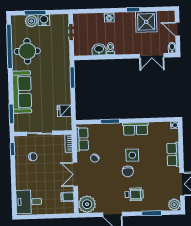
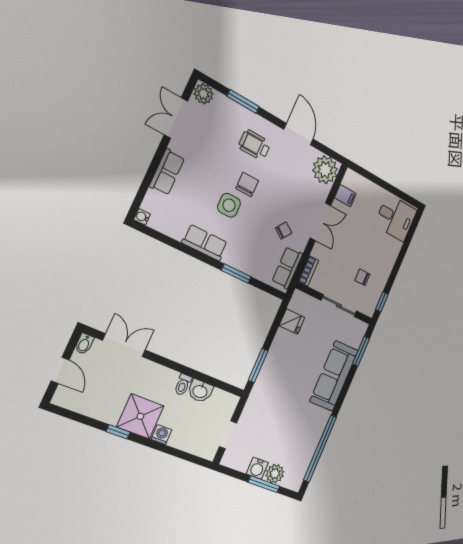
shower: (146, 22) -> (140, 416), moved
round table: (27, 51) -> (300, 432), removed

